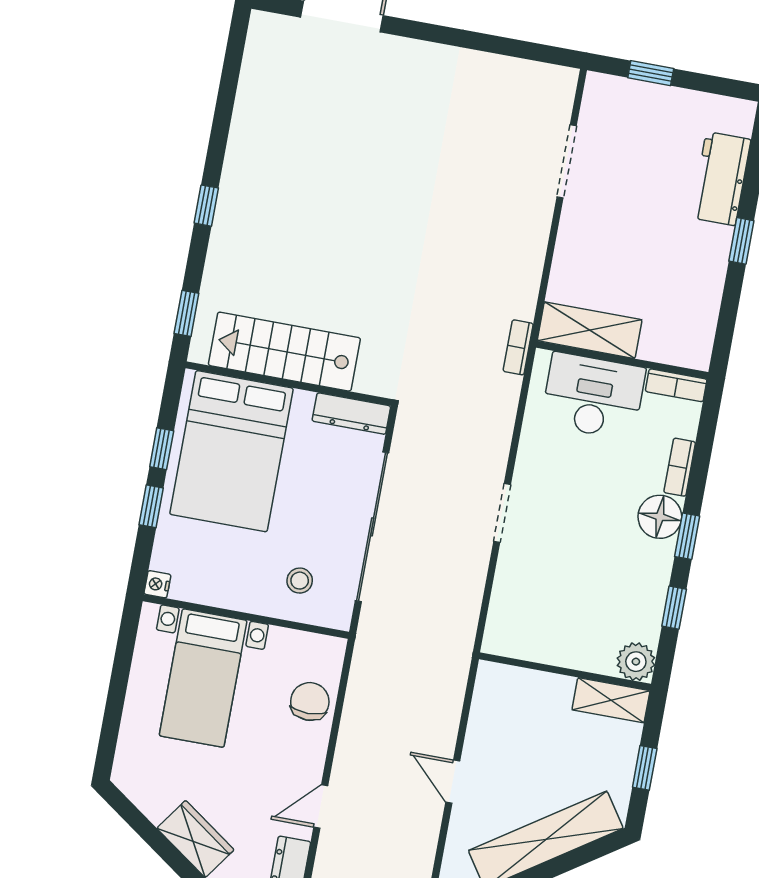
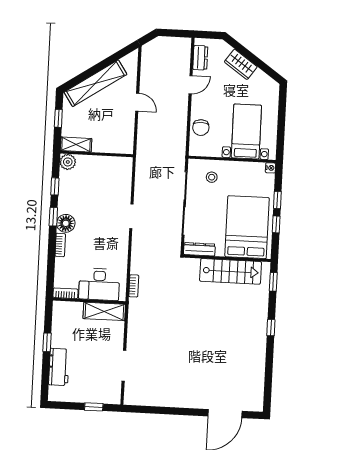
shelving: (590, 330) -> (104, 311), moved
wall: (622, 360) -> (89, 301), moved
bookcase: (676, 385) -> (65, 293), moved
desk: (593, 396) -> (99, 284), moved

